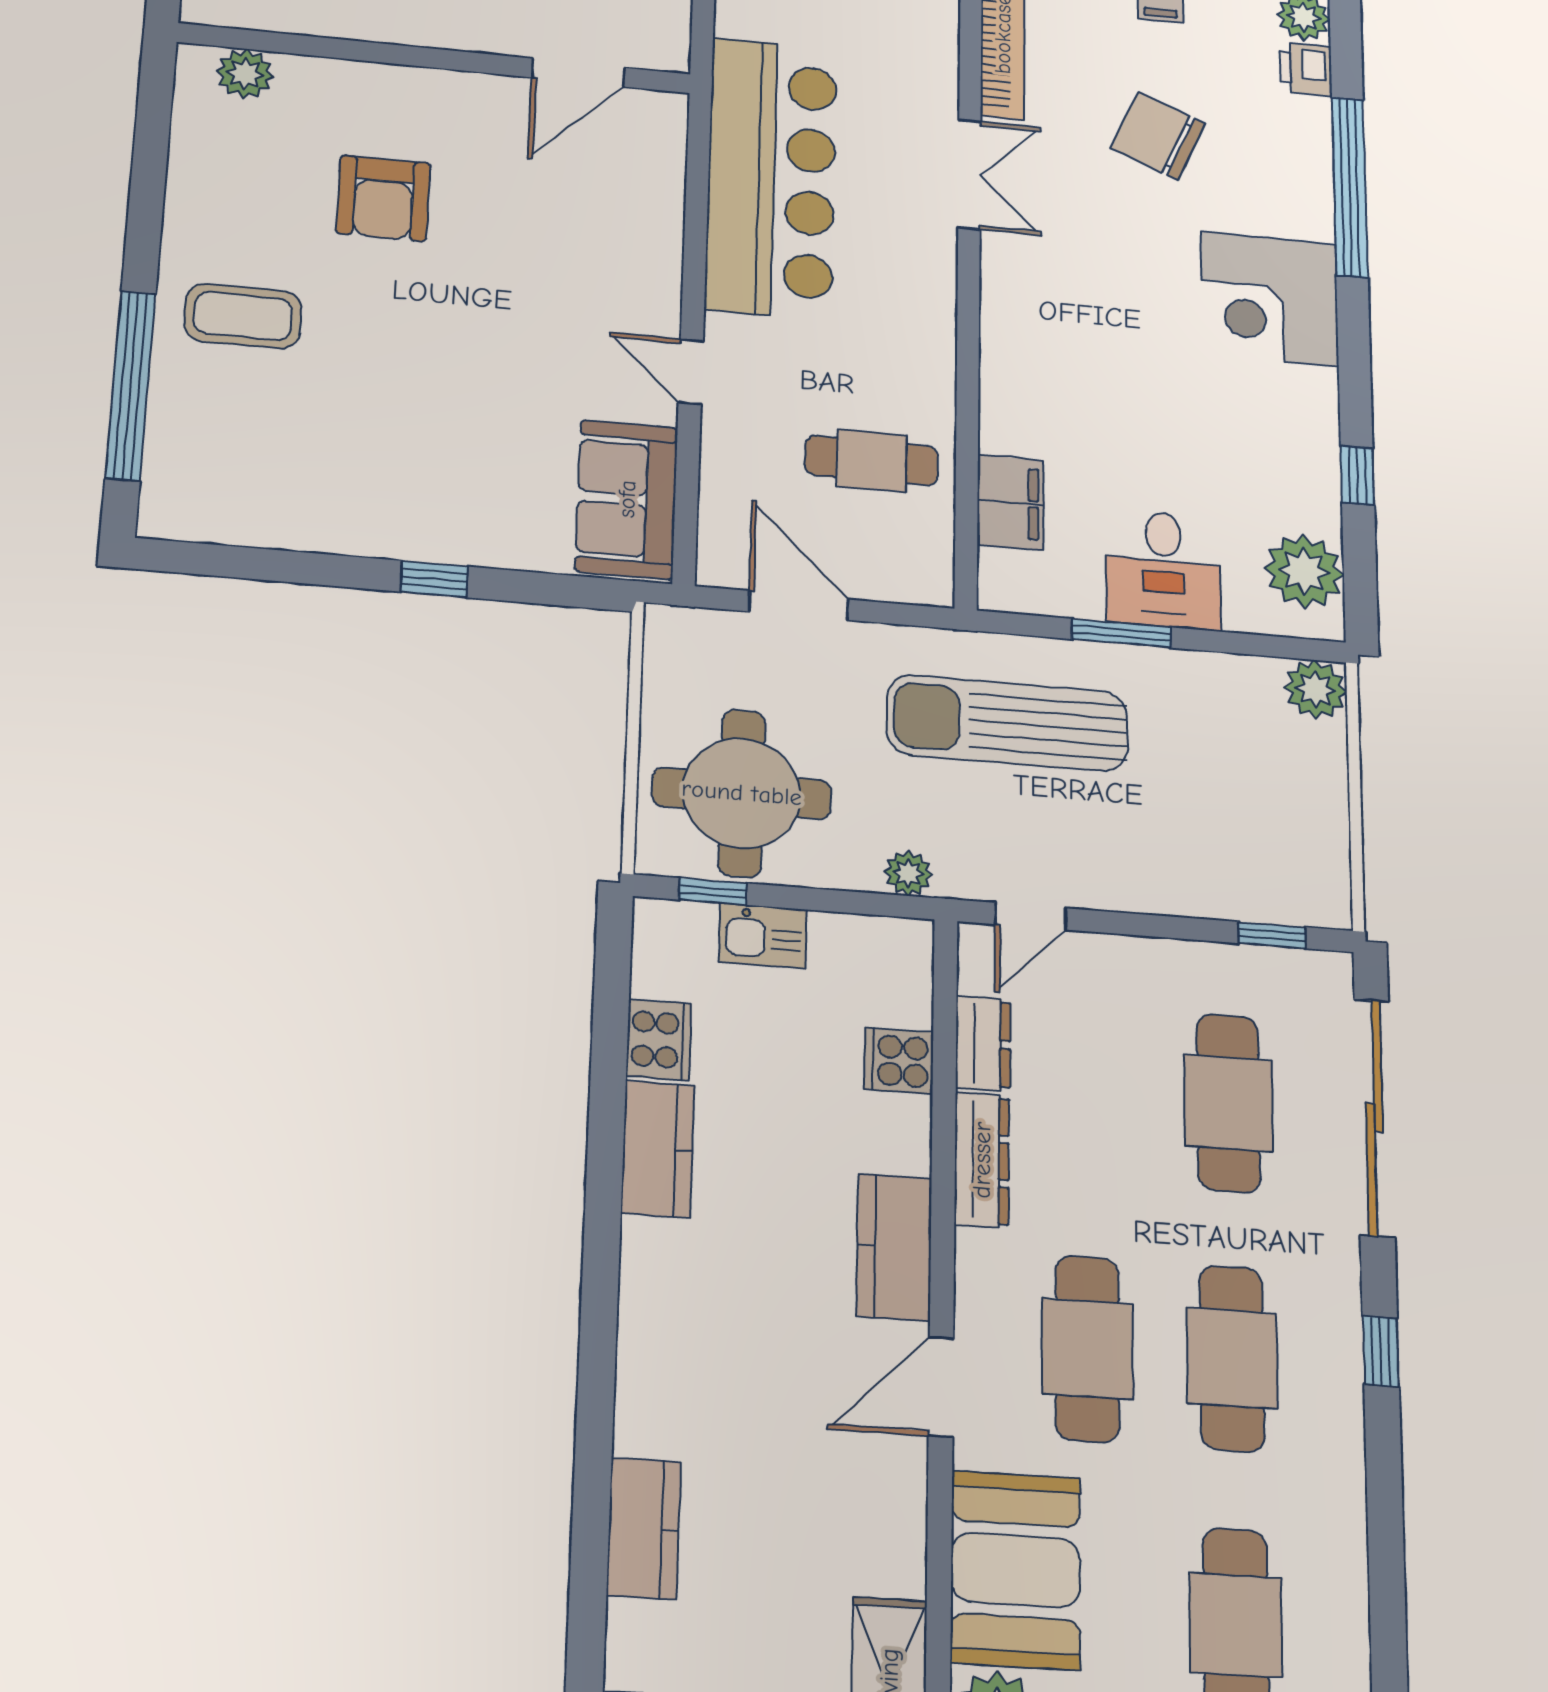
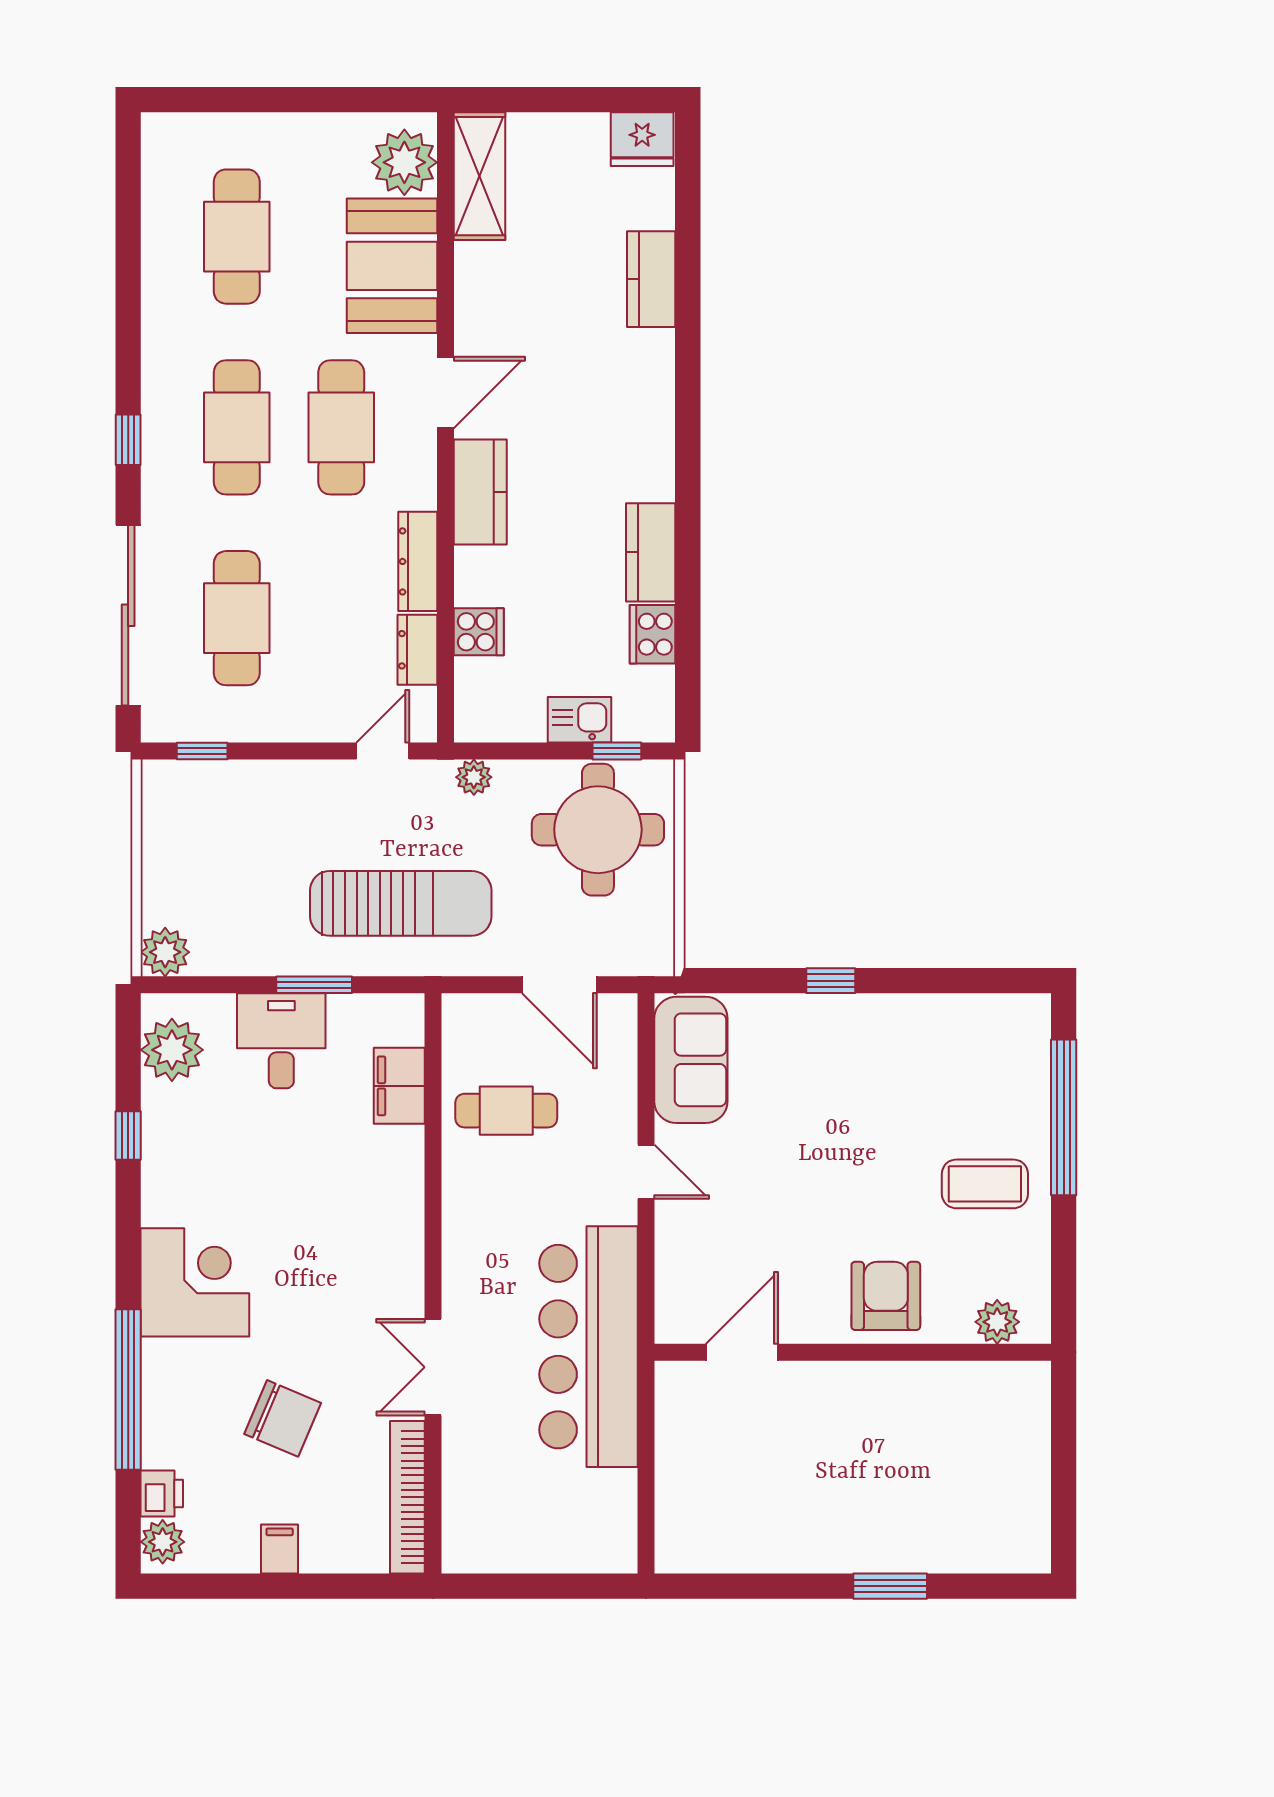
wall: (435, 58) -> (853, 1352), moved
door: (578, 73) -> (742, 1352), moved
plant: (245, 74) -> (997, 1322), moved

